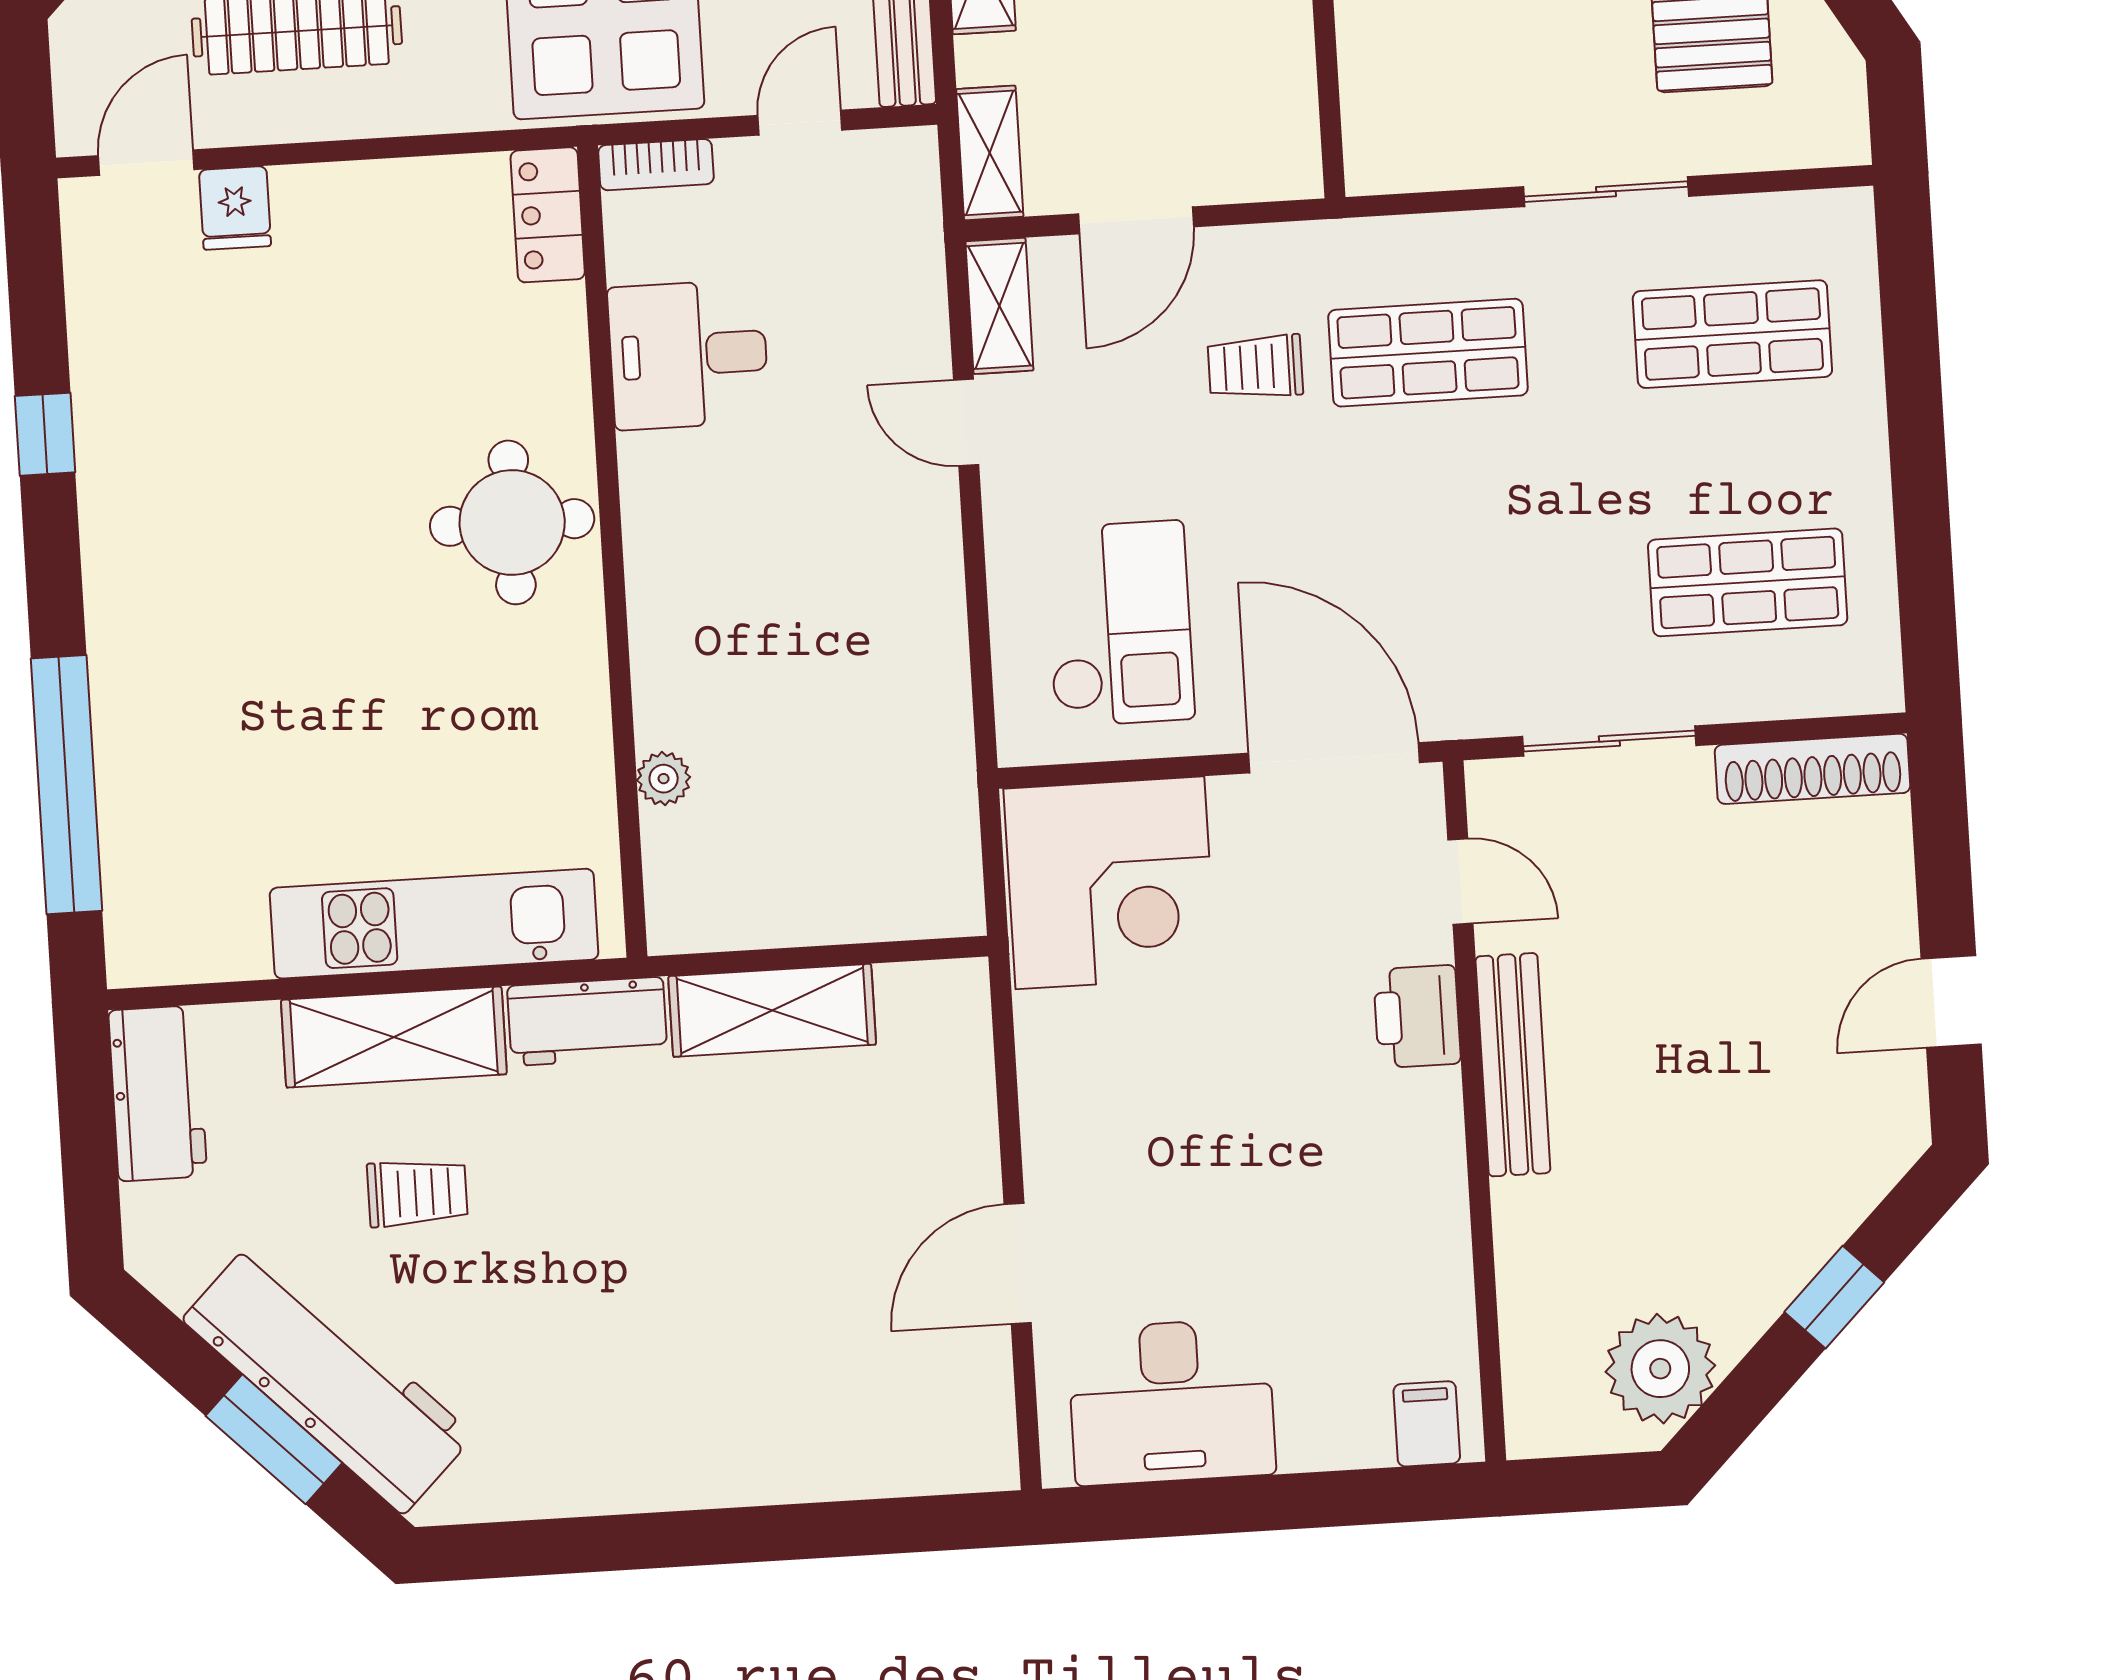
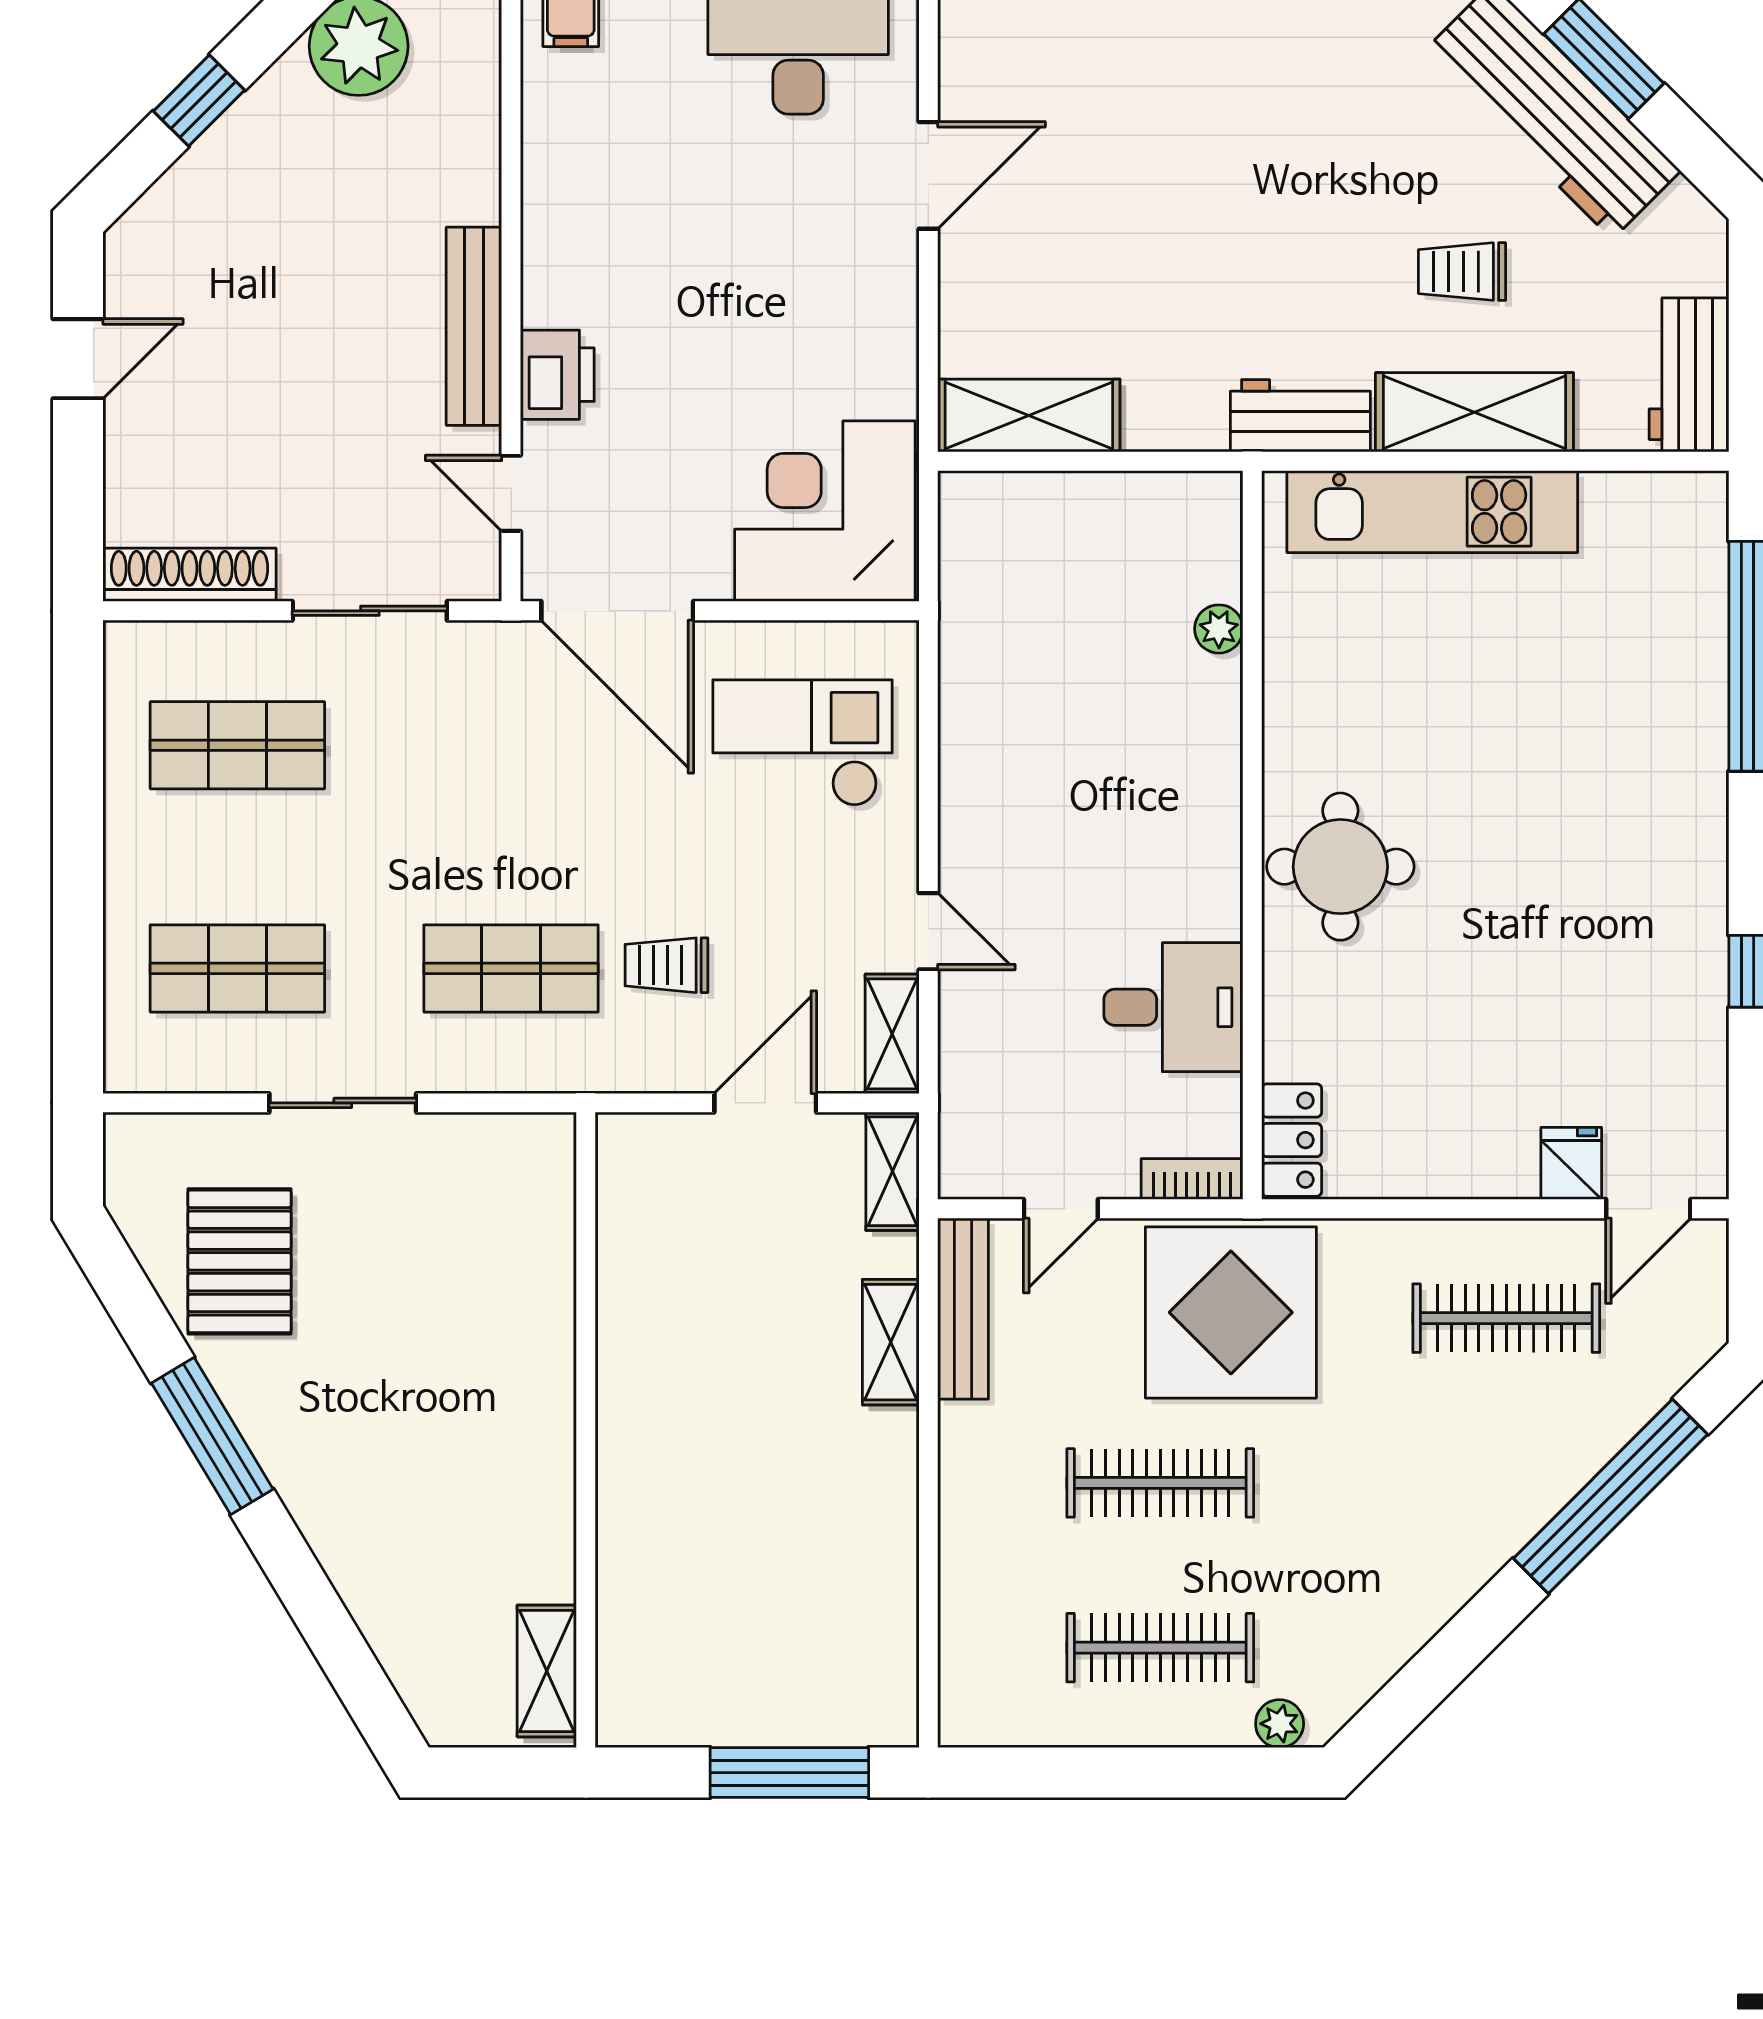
trolley: (1255, 367) -> (666, 965), turned 180
checkout: (1119, 623) -> (802, 743), turned 90
shelving: (772, 1010) -> (1029, 415), moved

